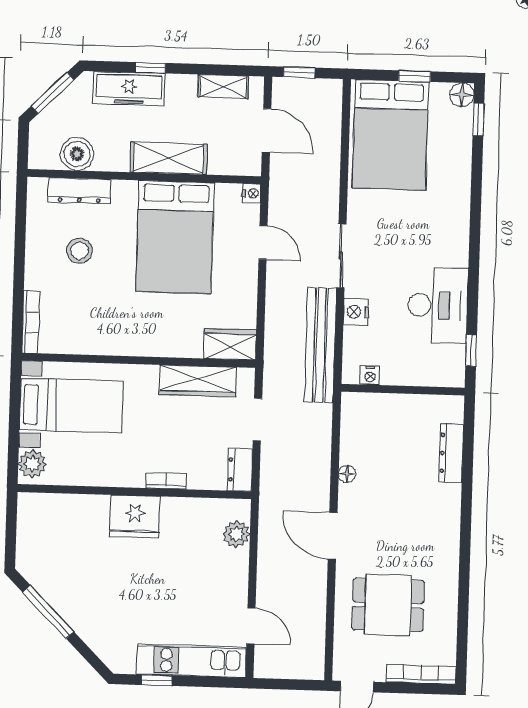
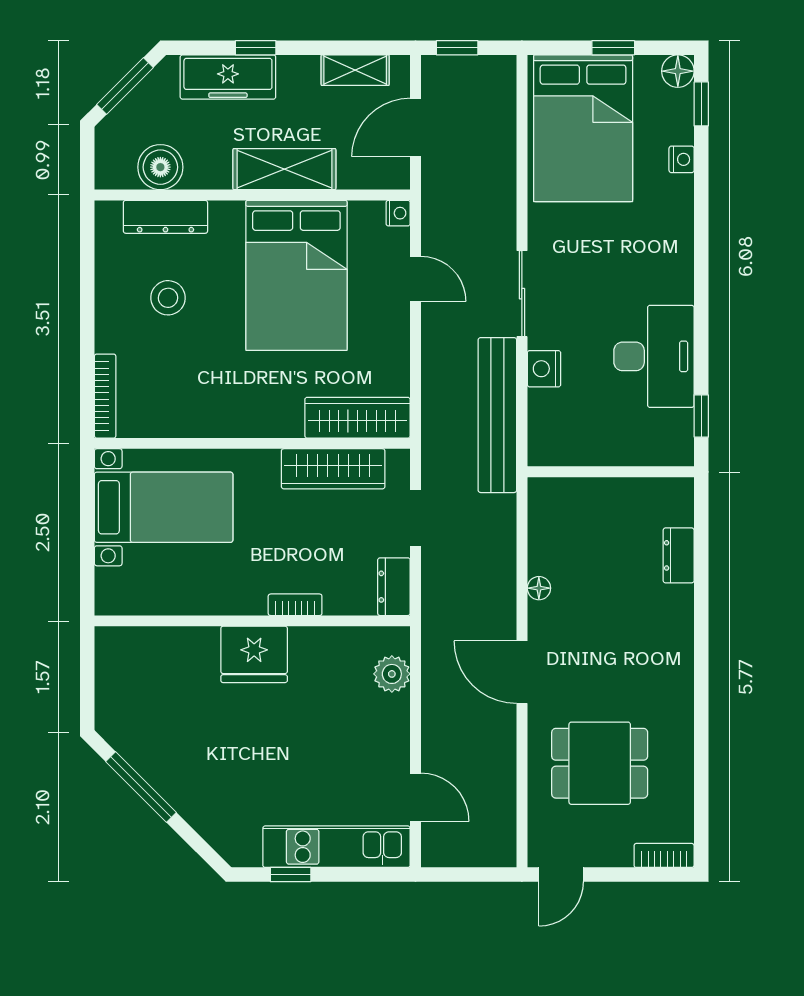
door: (267, 130) -> (415, 127), swing flipped
wardrobe: (230, 344) -> (357, 418), width x1.50
nightstand: (370, 375) -> (682, 159), moved, turned -90
dresser: (451, 453) -> (679, 555), width x0.70
plant: (32, 464) -> (113, 588), removed
bookcase: (421, 674) -> (664, 855), width x0.64

